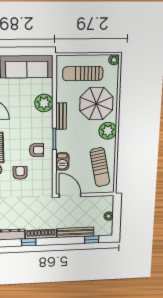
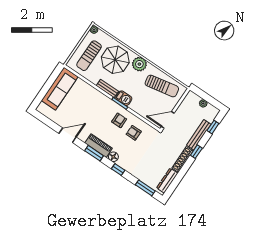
plant: (44, 103) -> (91, 94), removed
barbecue: (62, 161) -> (124, 98), moved
armchair: (20, 173) -> (134, 133), moved
window: (29, 242) -> (196, 152), moved

